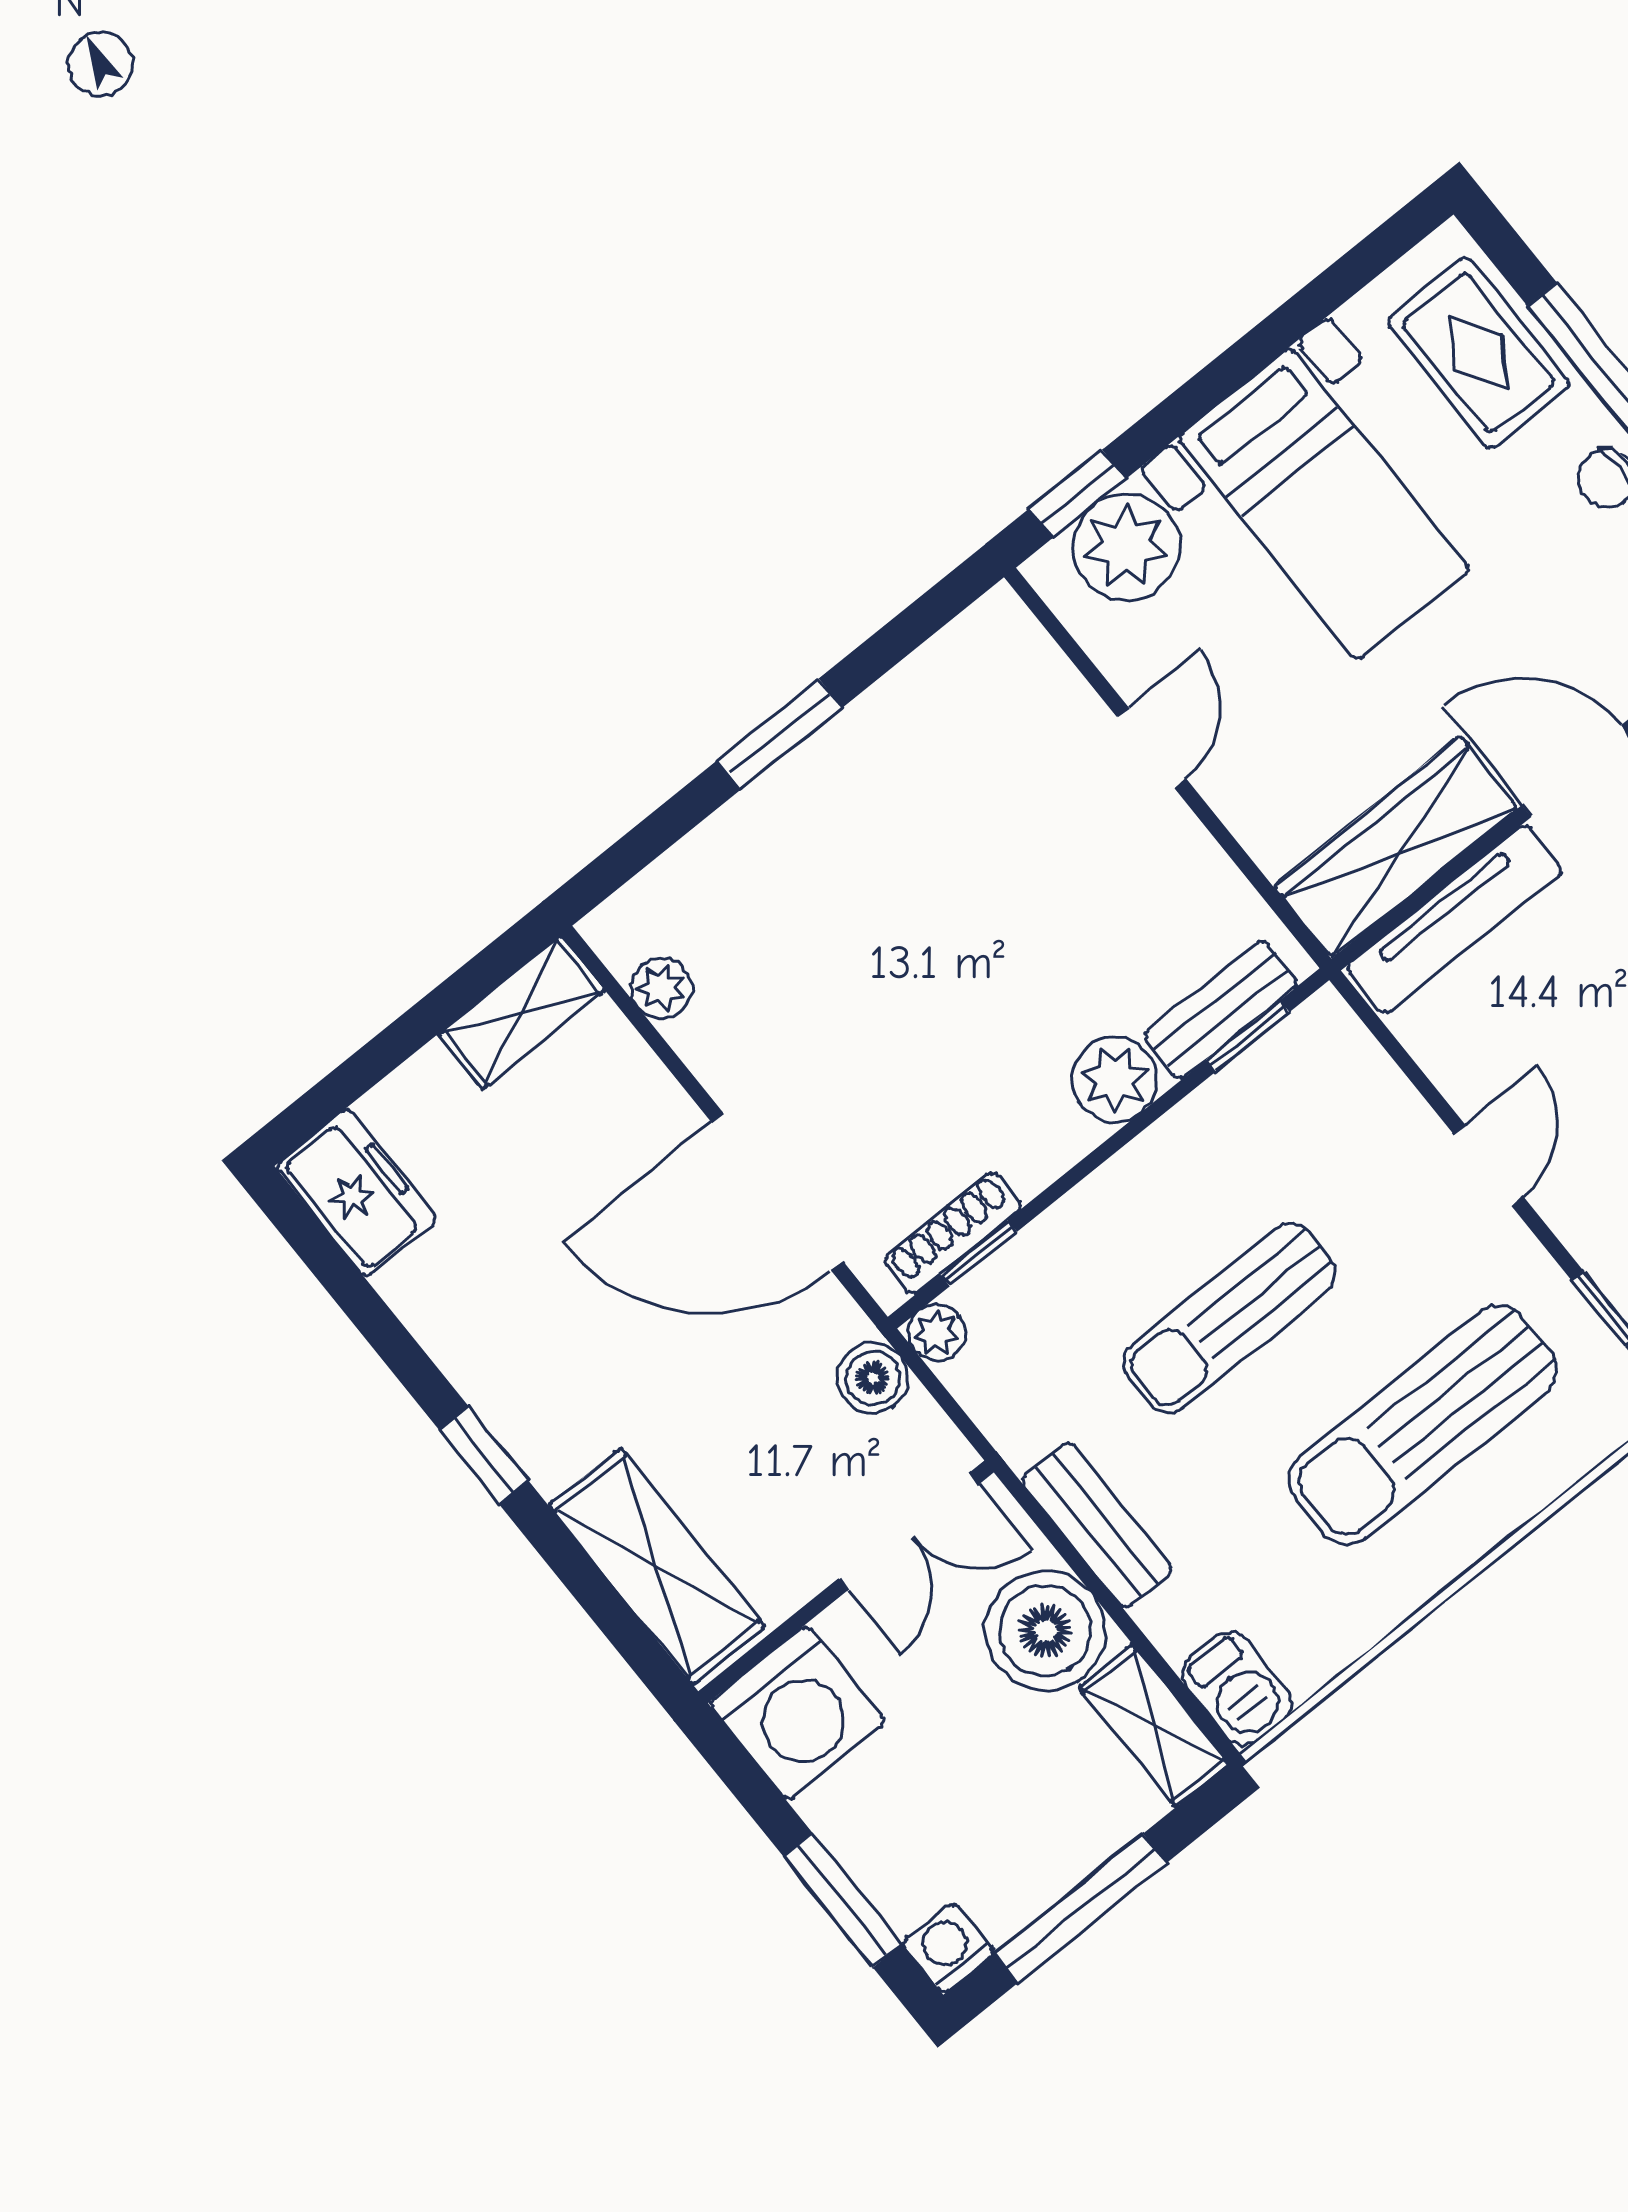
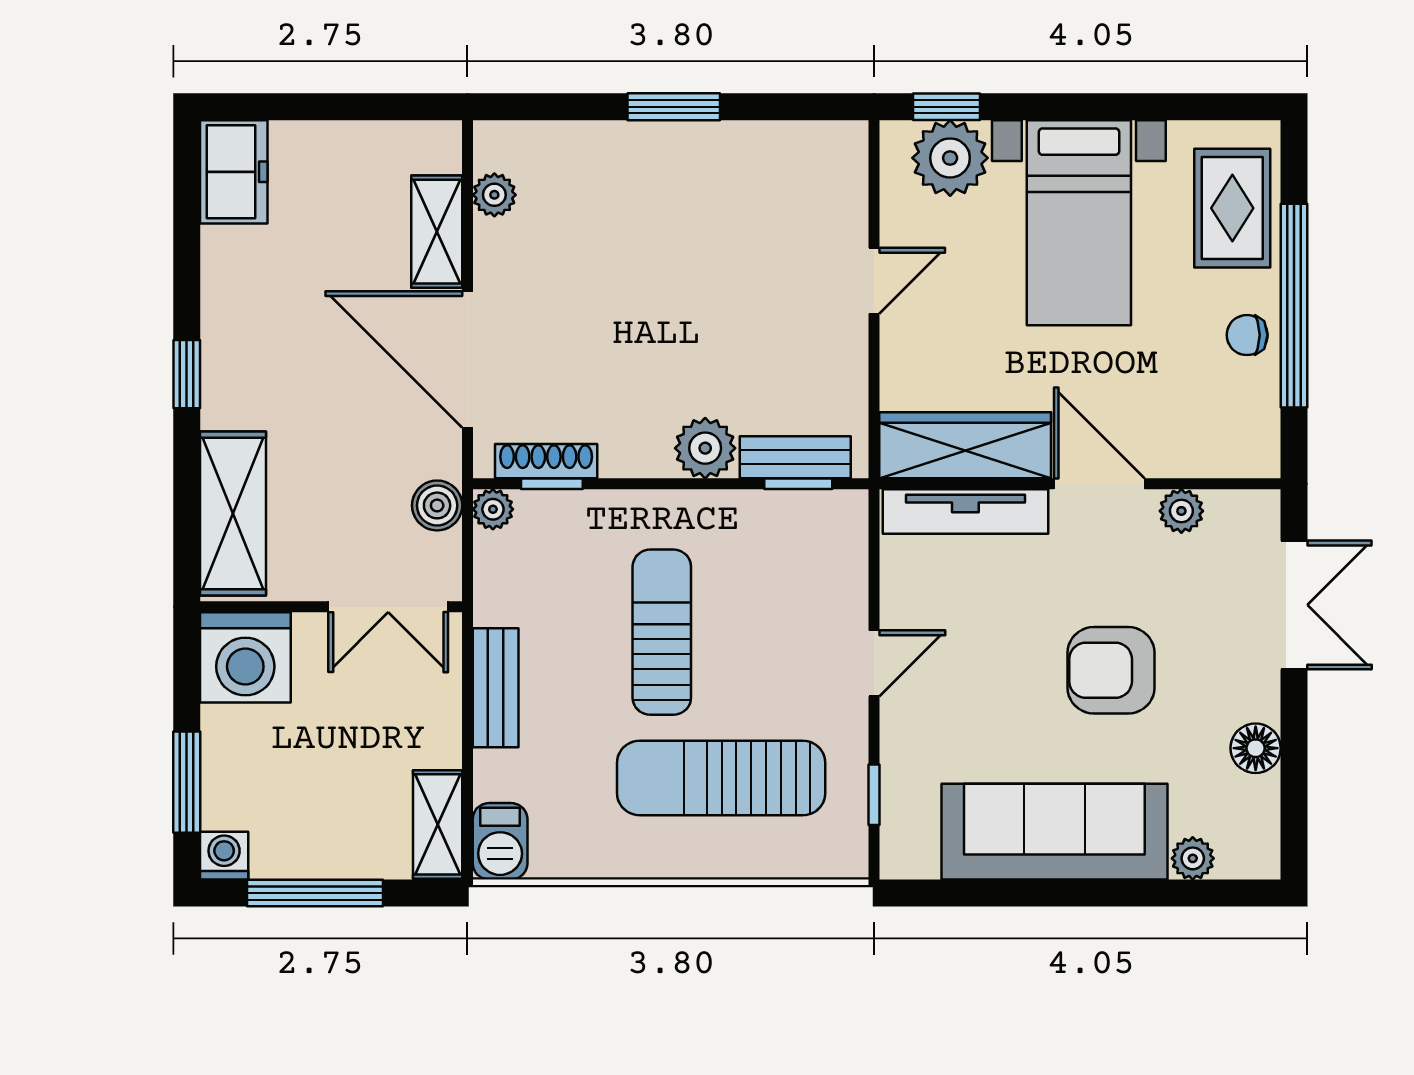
shelving: (521, 1012) -> (437, 232), moved, turned 90
sun lounger: (1229, 1318) -> (662, 632), turned 90
boiler: (1045, 1631) -> (420, 723), removed

